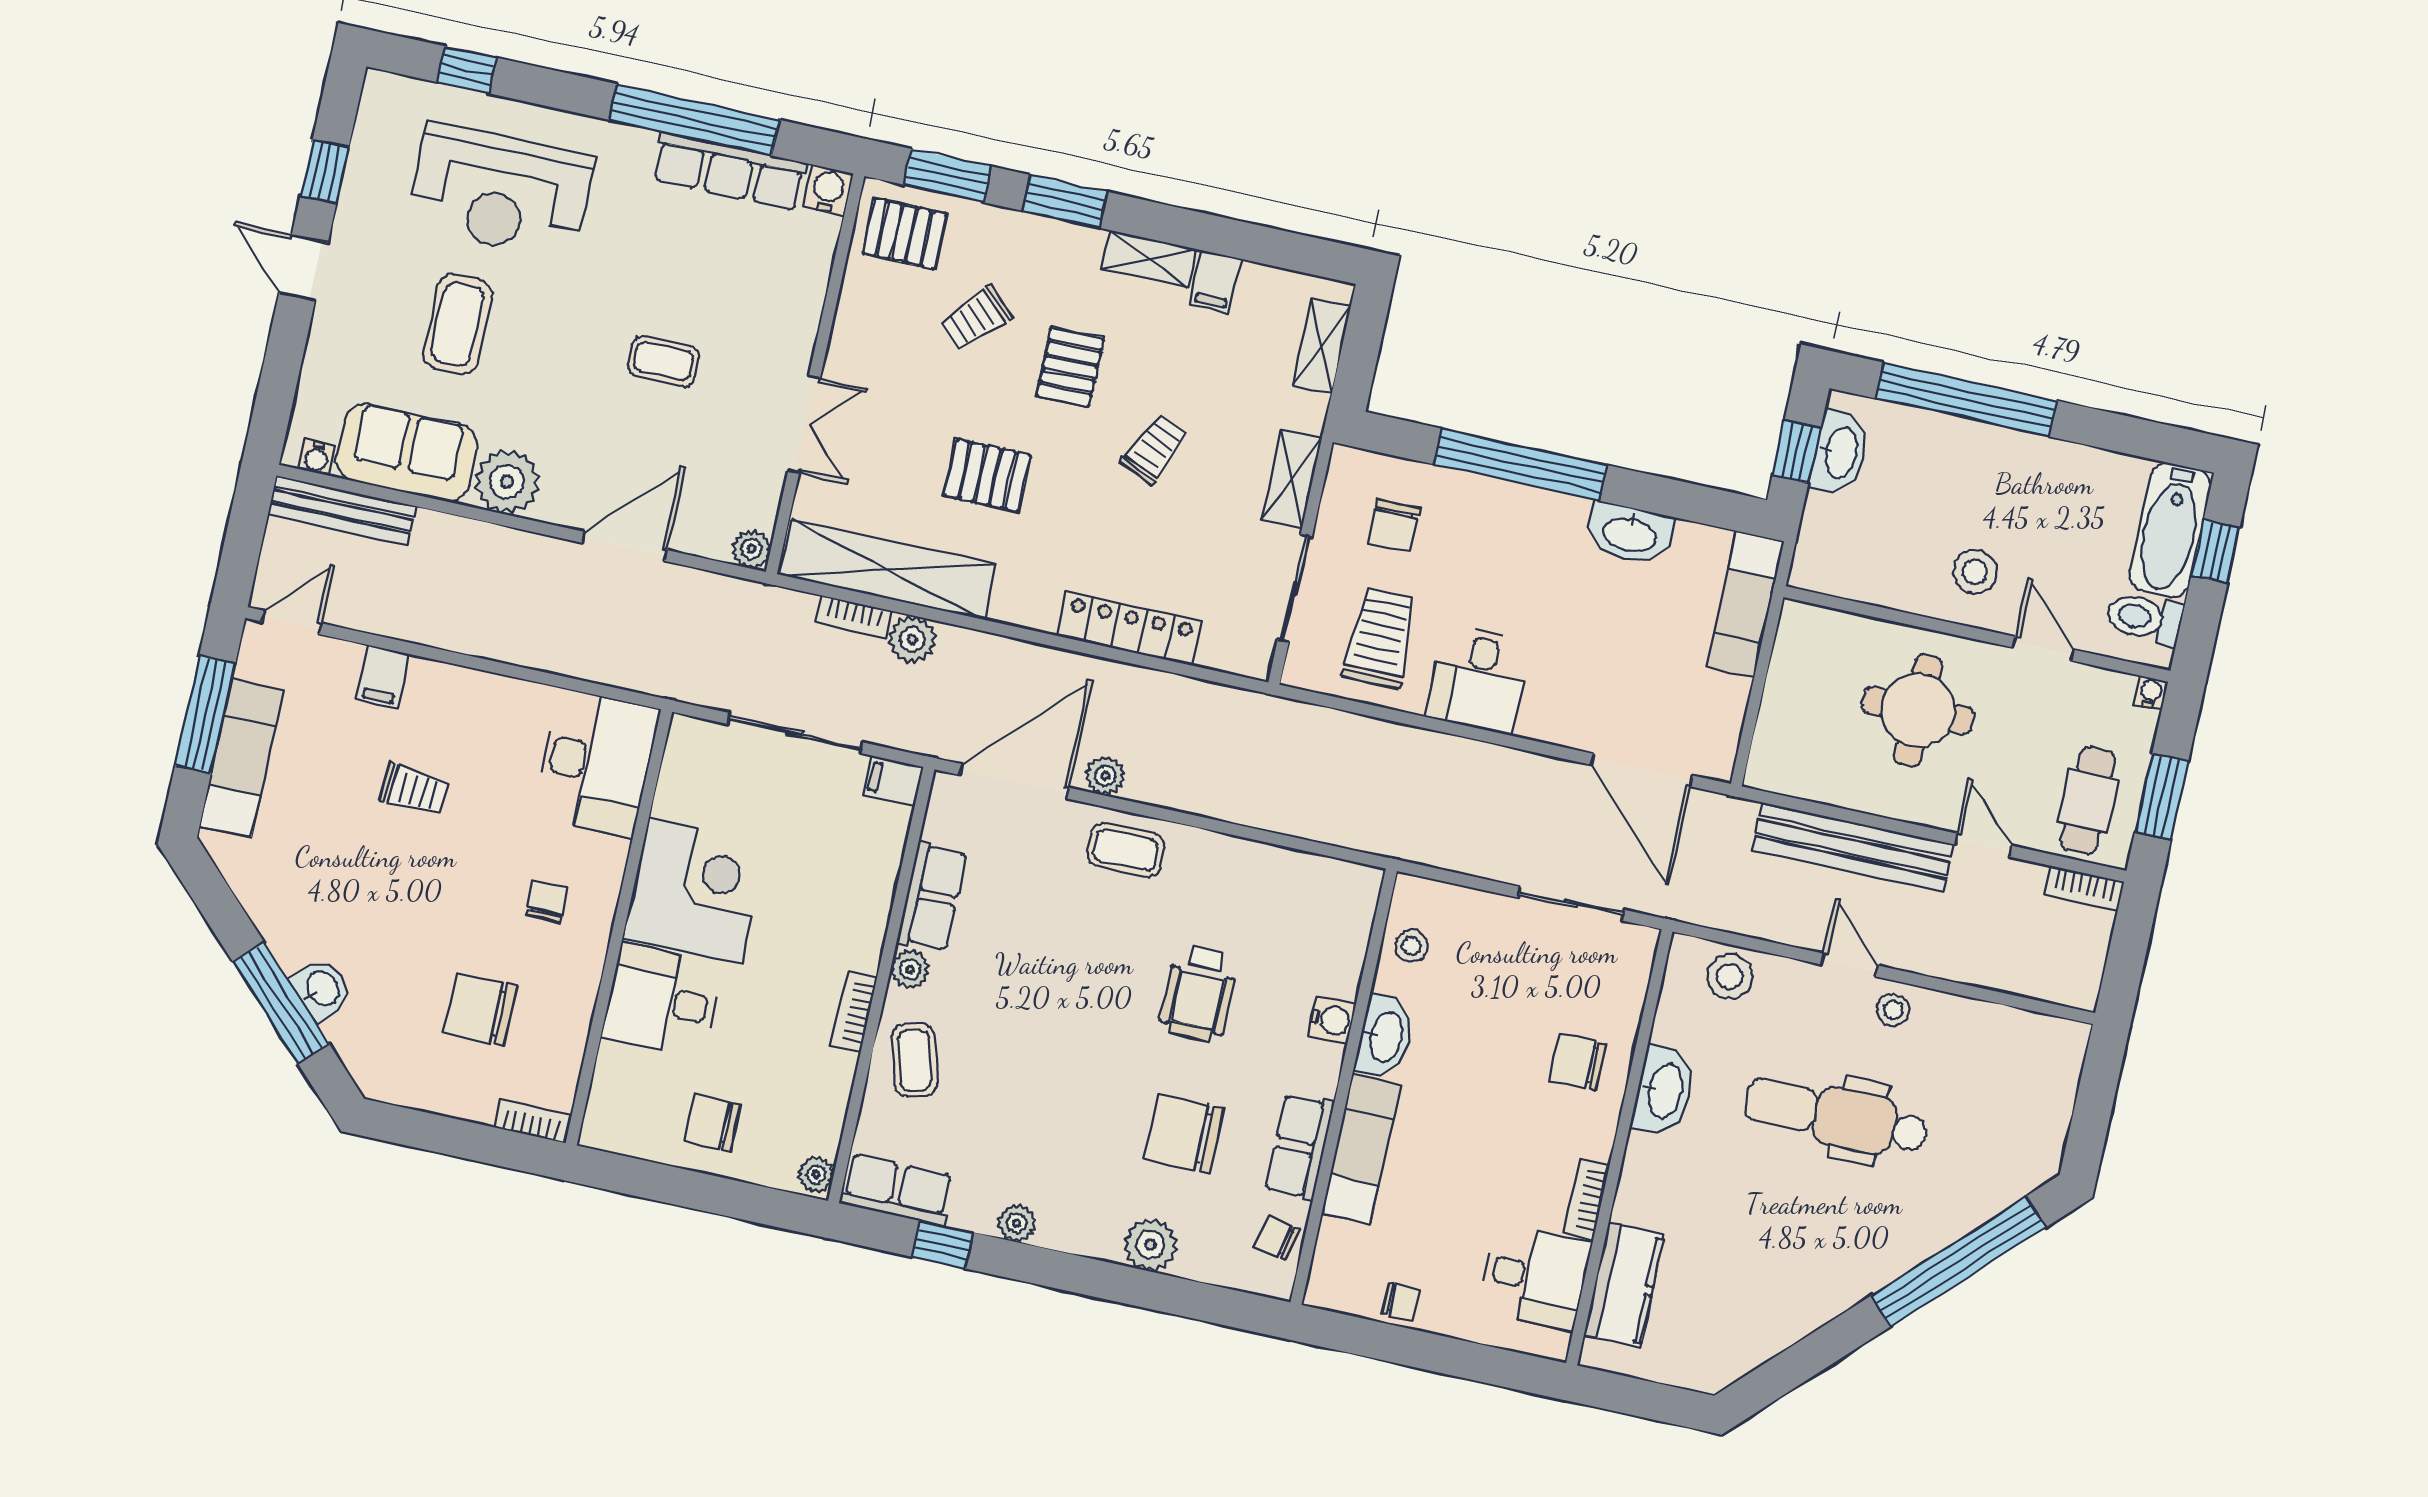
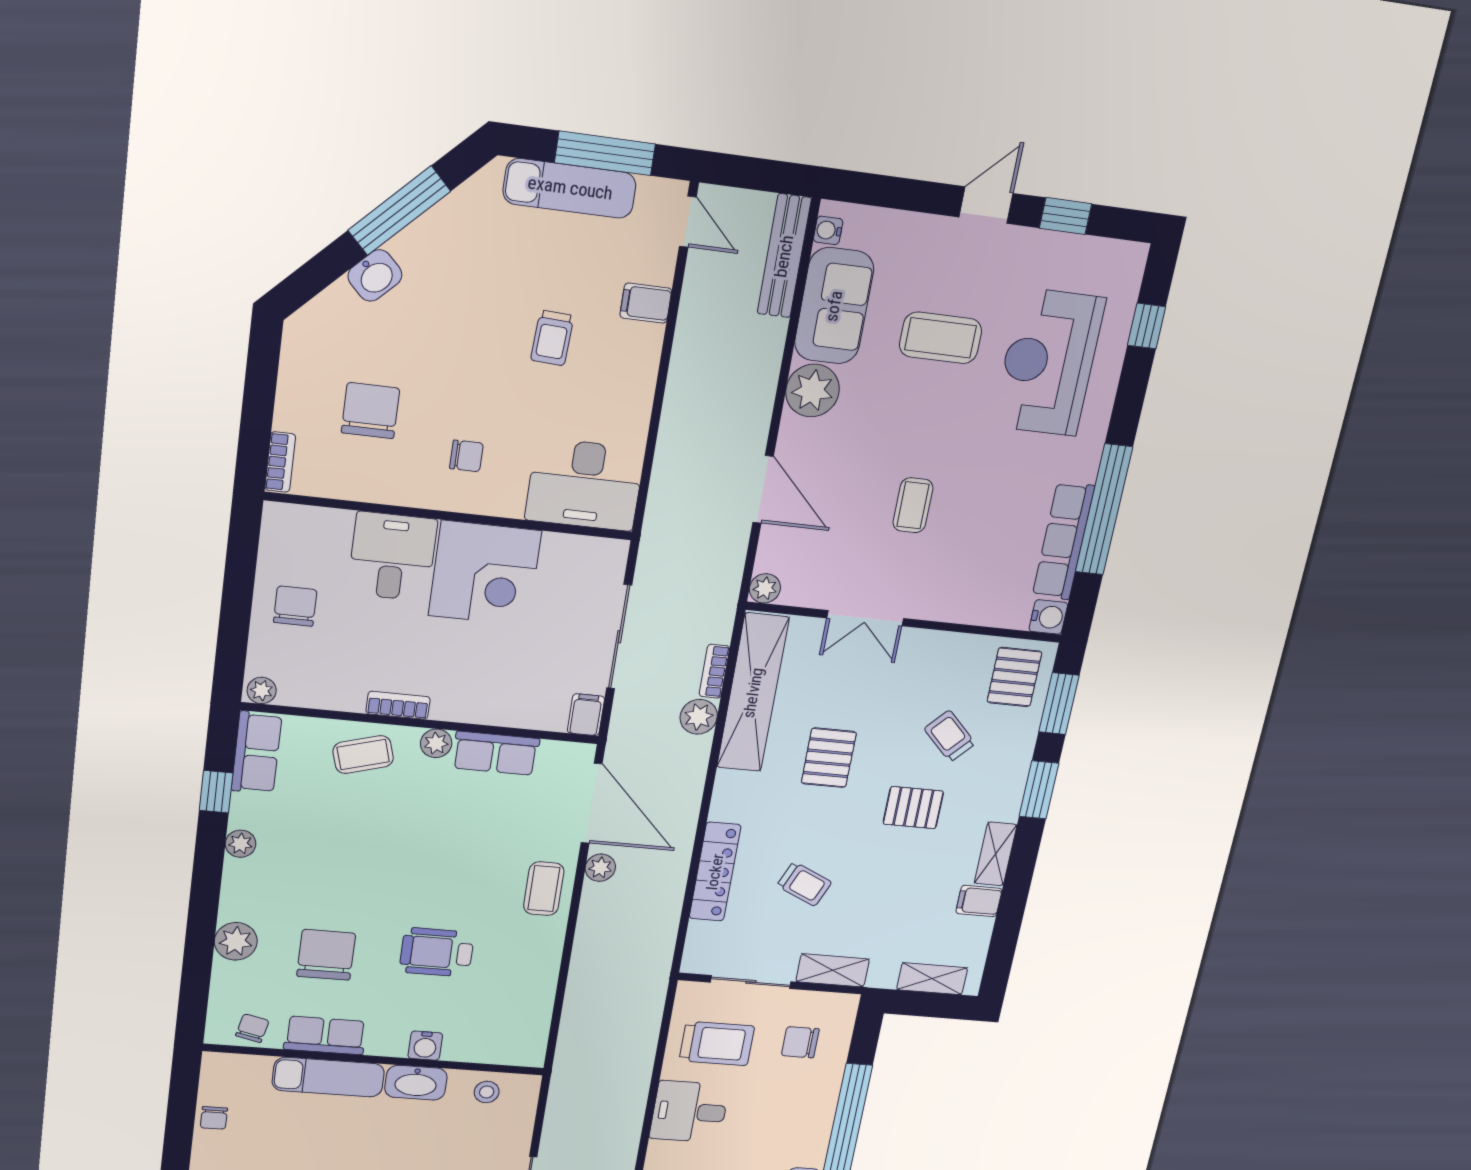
trolley: (1154, 449) -> (804, 884), moved
window: (281, 1003) -> (399, 211), moved

